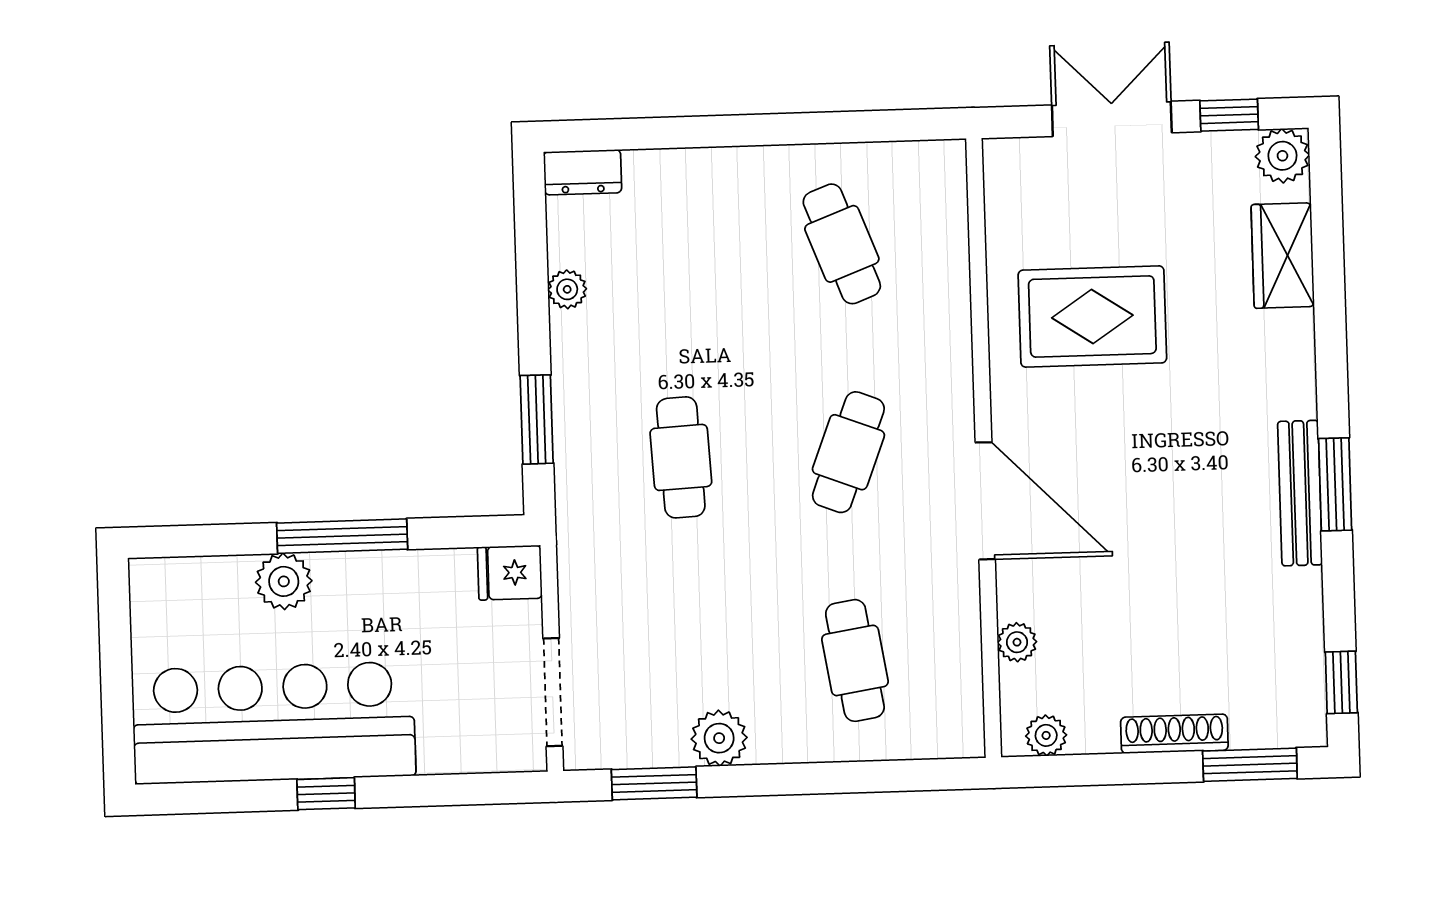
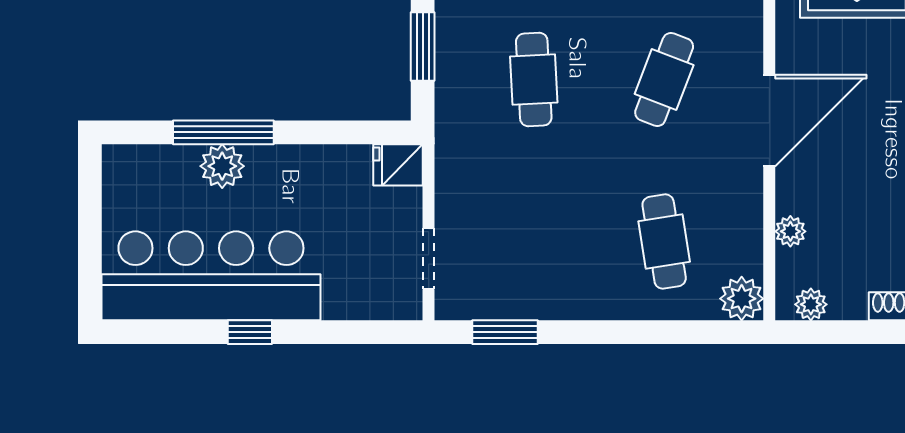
door: (985, 501) -> (769, 121), hinge flipped
window: (342, 536) -> (223, 132), moved
doorway: (553, 692) -> (429, 259), width x0.73
plant: (719, 738) -> (742, 299), moved

